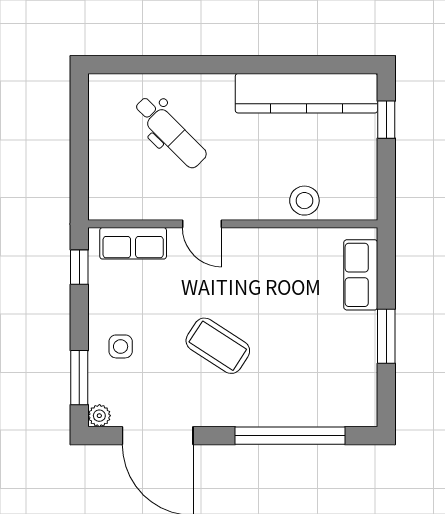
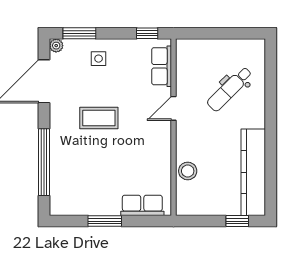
coffee table: (218, 346) -> (99, 118), turned 57

